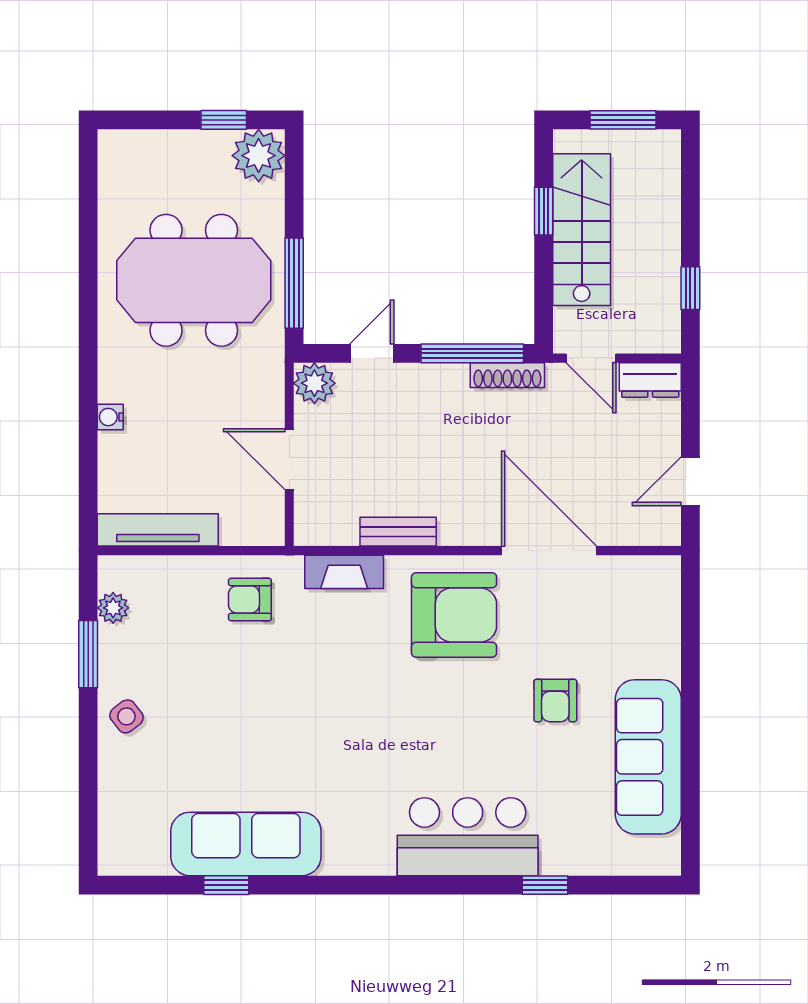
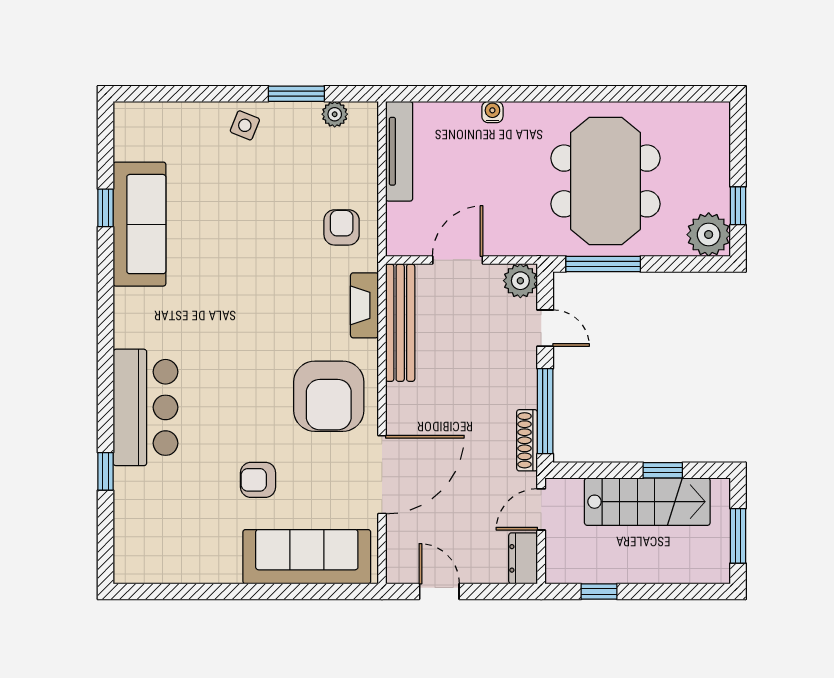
bench: (398, 532) -> (400, 323), width x1.86, depth x1.21
side table: (126, 716) -> (245, 125), turned -30
sofa: (648, 757) -> (307, 557), moved

